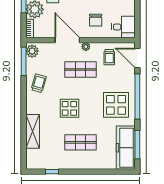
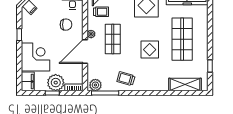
shelving: (33, 131) -> (185, 85), moved
shop shelf: (80, 142) -> (182, 39), width x1.43, depth x1.36

